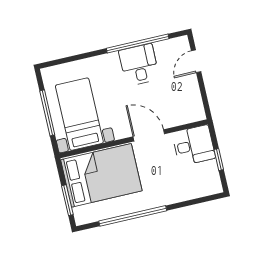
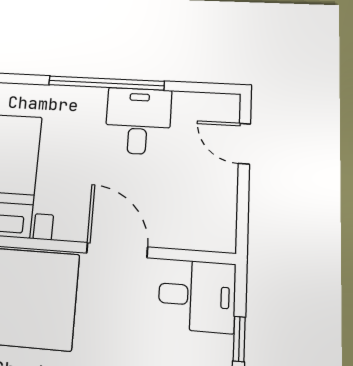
window: (138, 44) -> (106, 83), moved
door: (196, 61) -> (244, 144), hinge flipped

